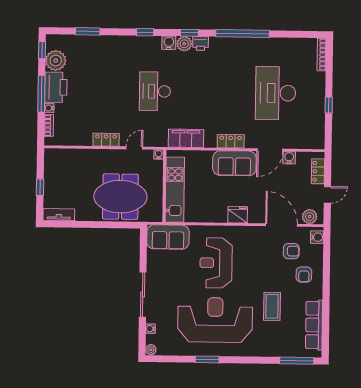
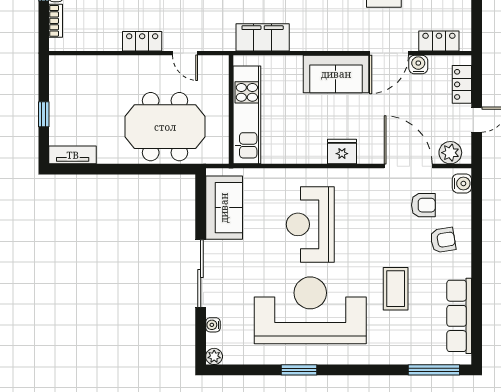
locker: (231, 141) -> (439, 41), moved
door: (134, 148) -> (185, 53), swing flipped
water cooler: (159, 154) -> (222, 62), removed
sofa: (168, 237) -> (224, 208), moved, turned -90
armchair: (304, 275) -> (443, 240), turned -99

